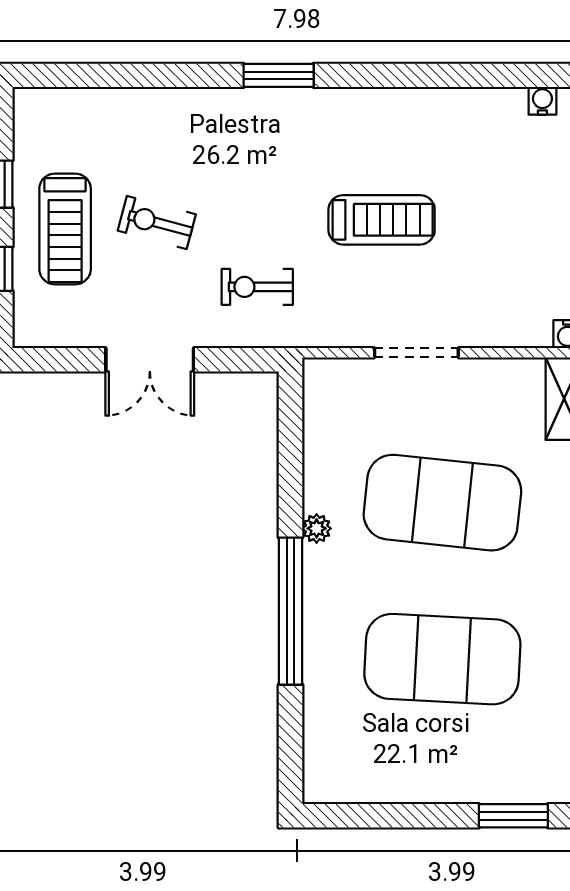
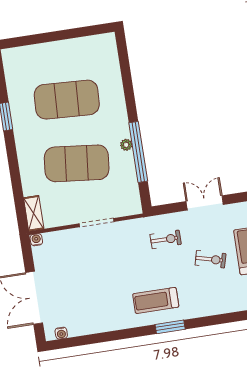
treadmill: (382, 220) -> (156, 300), moved
window: (291, 611) -> (138, 152), moved
window: (513, 816) -> (28, 40), removed

